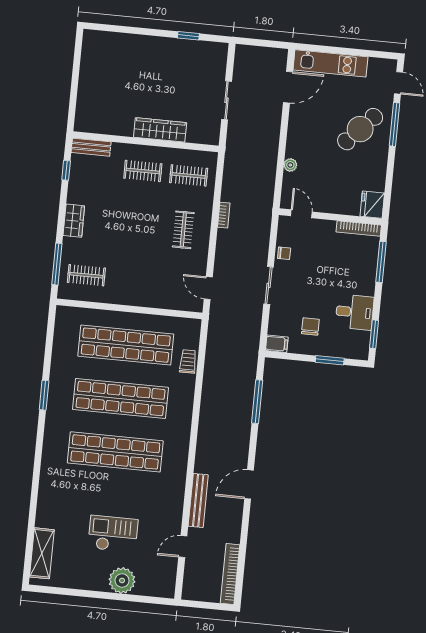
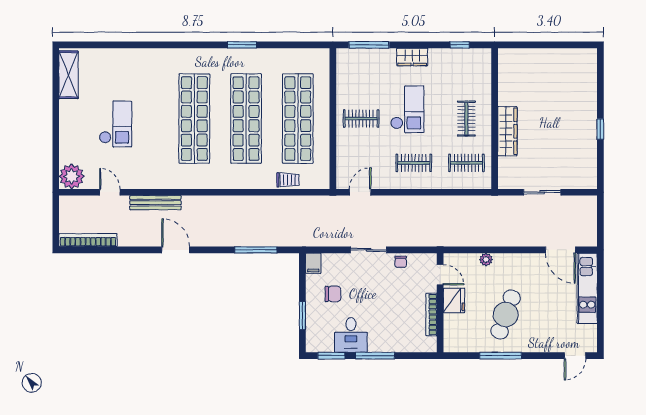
window: (188, 36) -> (600, 129), moved
window: (395, 124) -> (501, 356), moved
cafe table: (360, 129) -> (506, 315), moved, turned 67
bench: (91, 147) -> (484, 67), removed
clothes rail: (189, 175) -> (466, 163), turned 90
fridge: (372, 205) -> (454, 300), moved, turned 90
door: (301, 214) -> (440, 275), hinge flipped
bookcase: (224, 215) -> (432, 200), removed
bookcase: (359, 229) -> (431, 314), moved
checkout: (127, 231) -> (407, 109), added
window: (381, 262) -> (375, 356), moved
clothes rail: (86, 275) -> (361, 119), moved, turned 90
shelving: (42, 553) -> (68, 75), moved, turned 90
plant: (122, 580) -> (72, 176), moved

